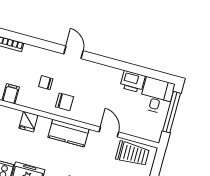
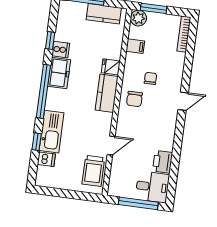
kitchen counter: (69, 133) -> (107, 93), moved

